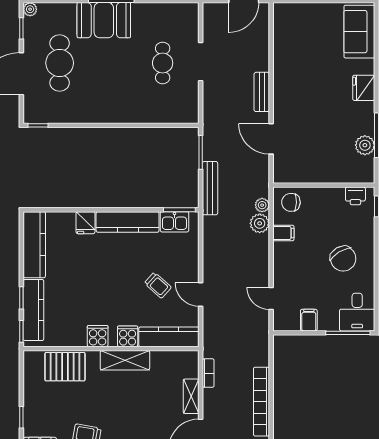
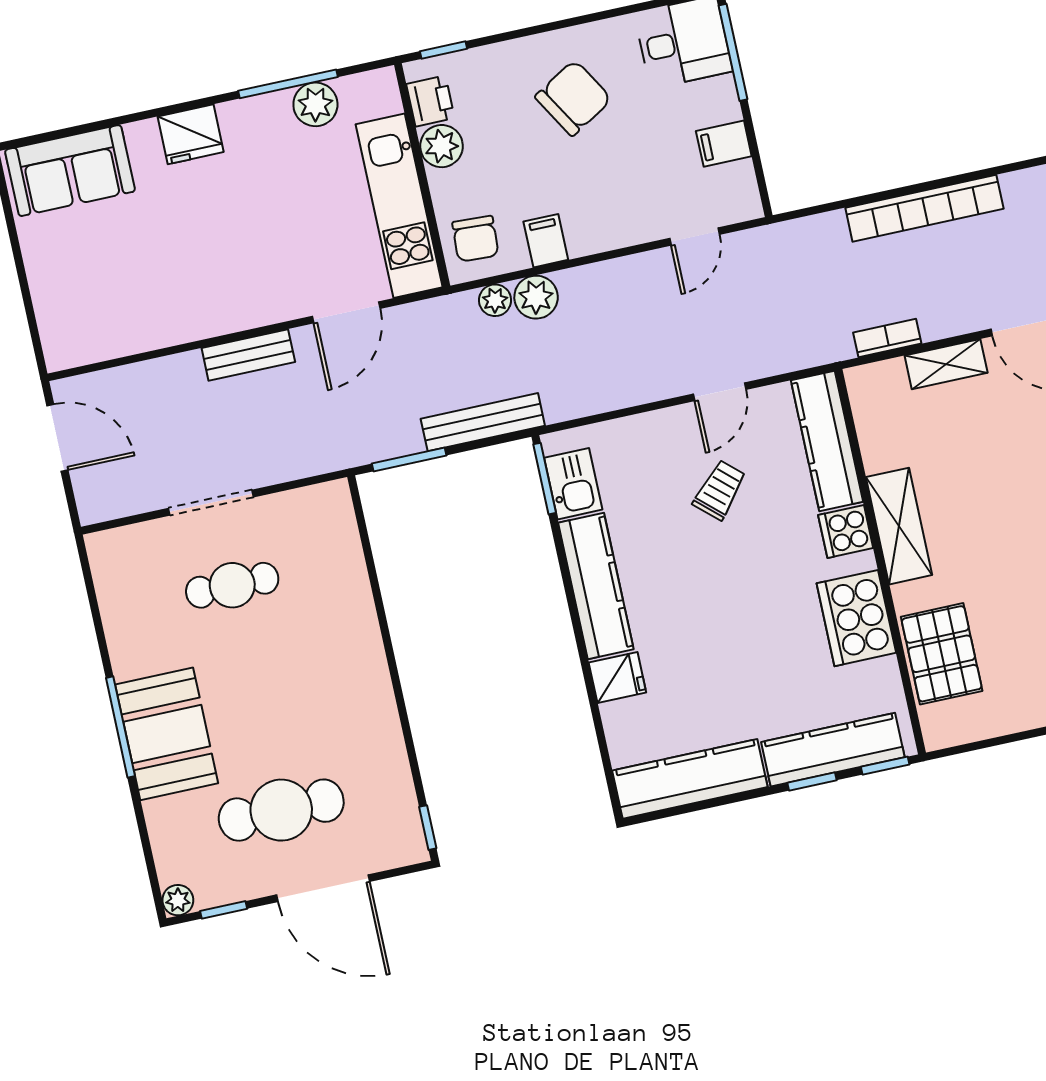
kitchen unit: (313, 172) -> (399, 206), added
plant: (335, 196) -> (442, 146), added
cooker: (98, 336) -> (856, 618), width x1.87, depth x1.31

